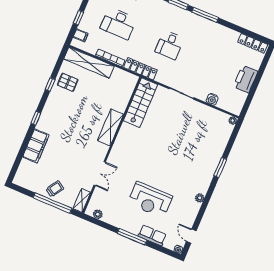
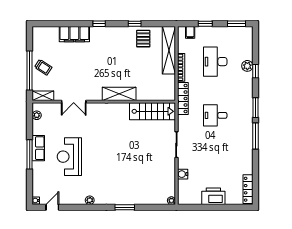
row of seats: (152, 235) -> (38, 148), moved

